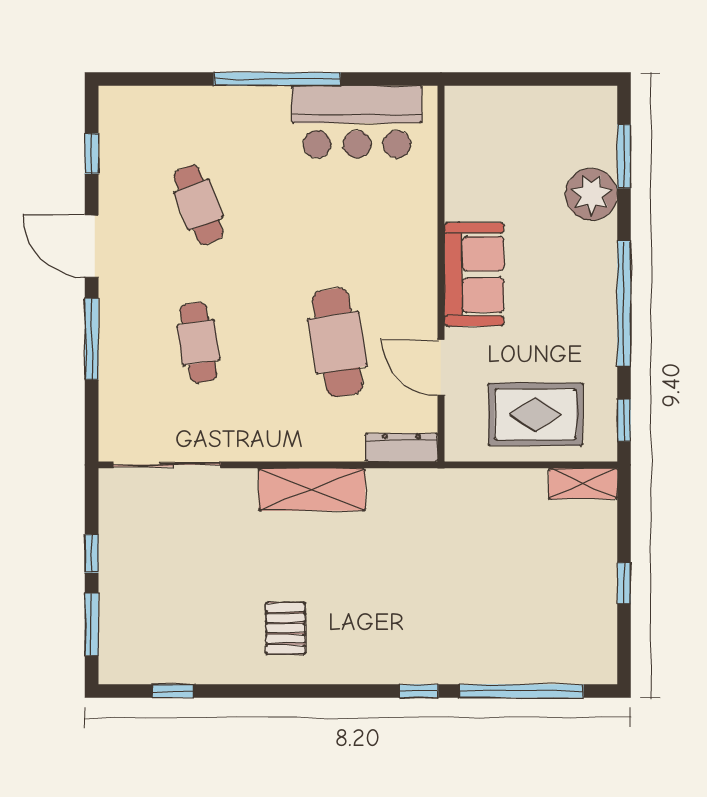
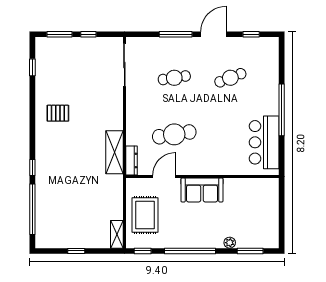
plant: (591, 194) -> (230, 243), width x0.53, depth x0.53
shelving: (312, 489) -> (114, 152), moved

